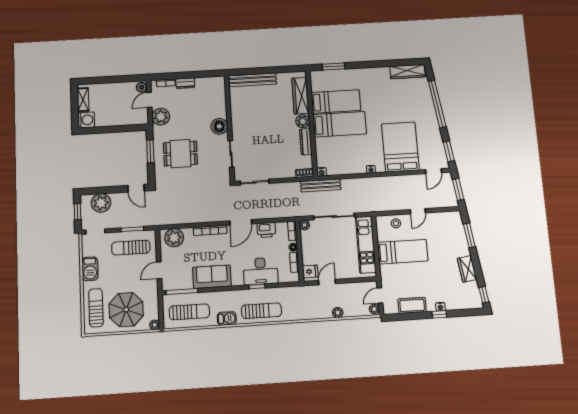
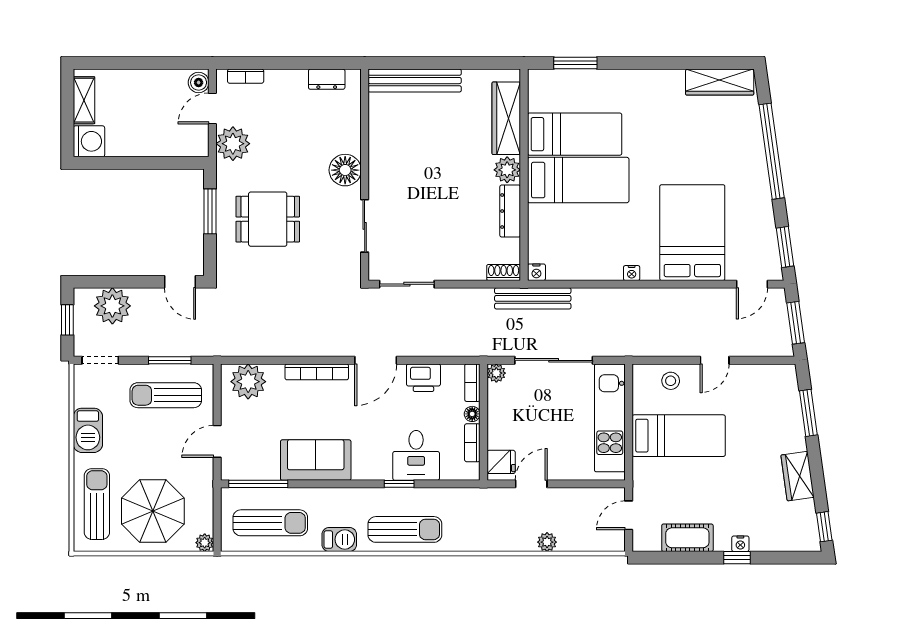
dresser: (185, 83) -> (327, 79), moved
desk: (260, 271) -> (416, 455), width x0.73
plant: (374, 309) -> (616, 540), removed

